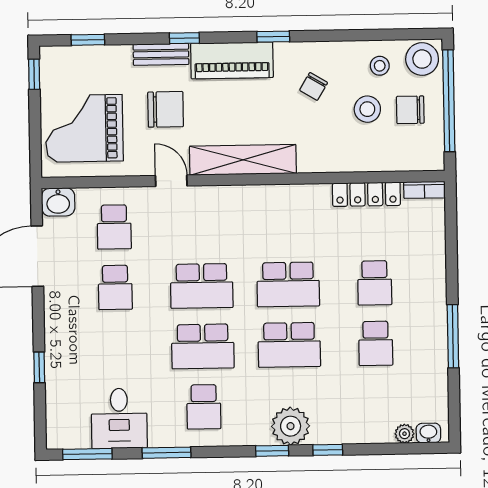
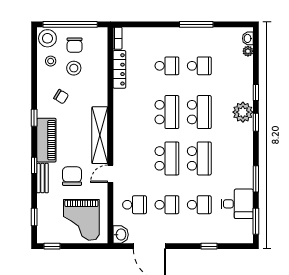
school desk: (204, 407) -> (199, 205), moved

